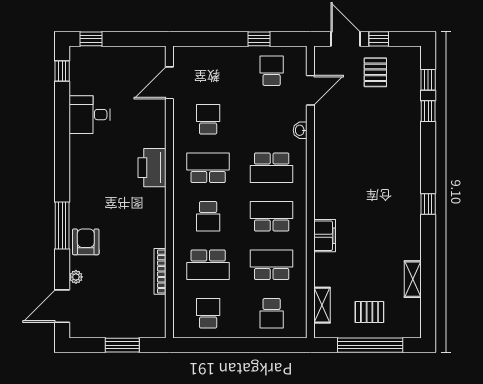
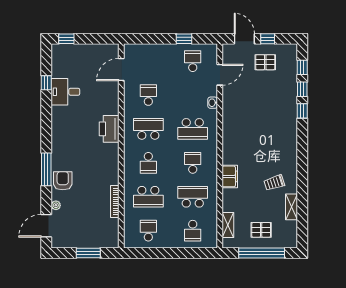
window: (62, 71) -> (46, 83), moved
pallet: (375, 72) -> (265, 62), turned 90
window: (428, 204) -> (302, 111), moved
school desk: (272, 216) -> (193, 163), width x0.54
trolley: (388, 245) -> (274, 183), added

